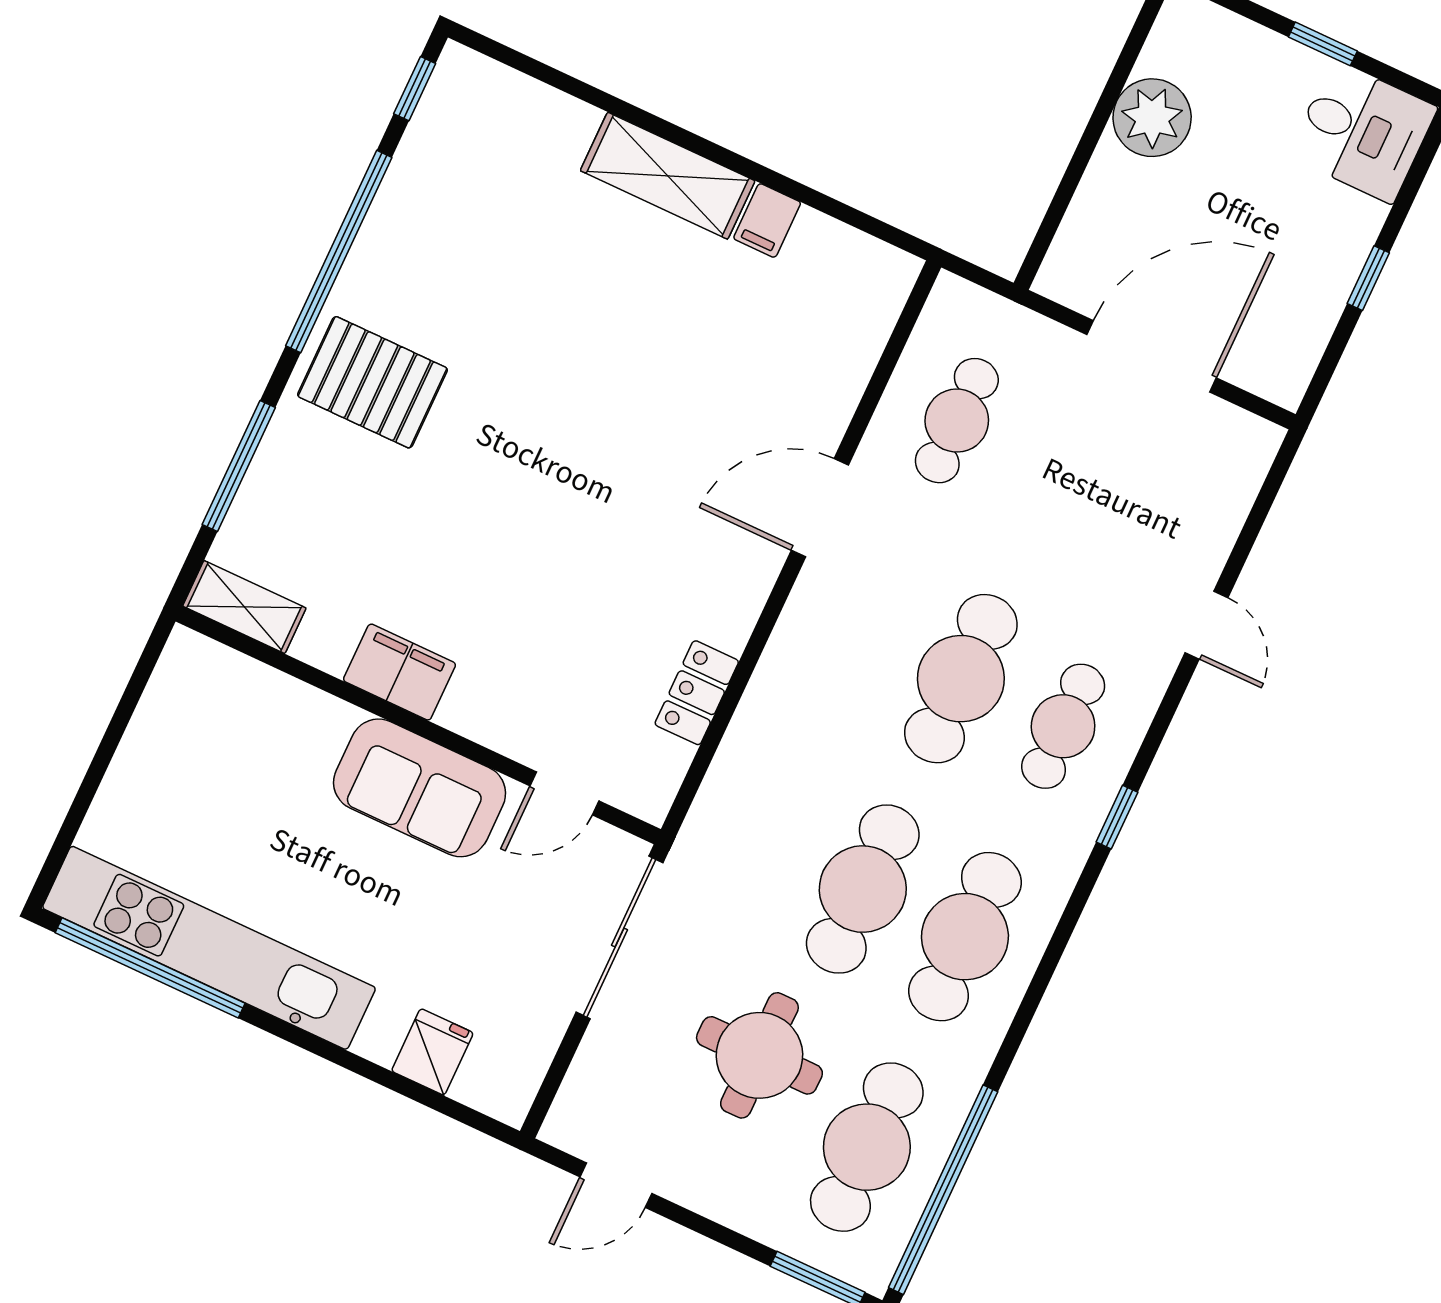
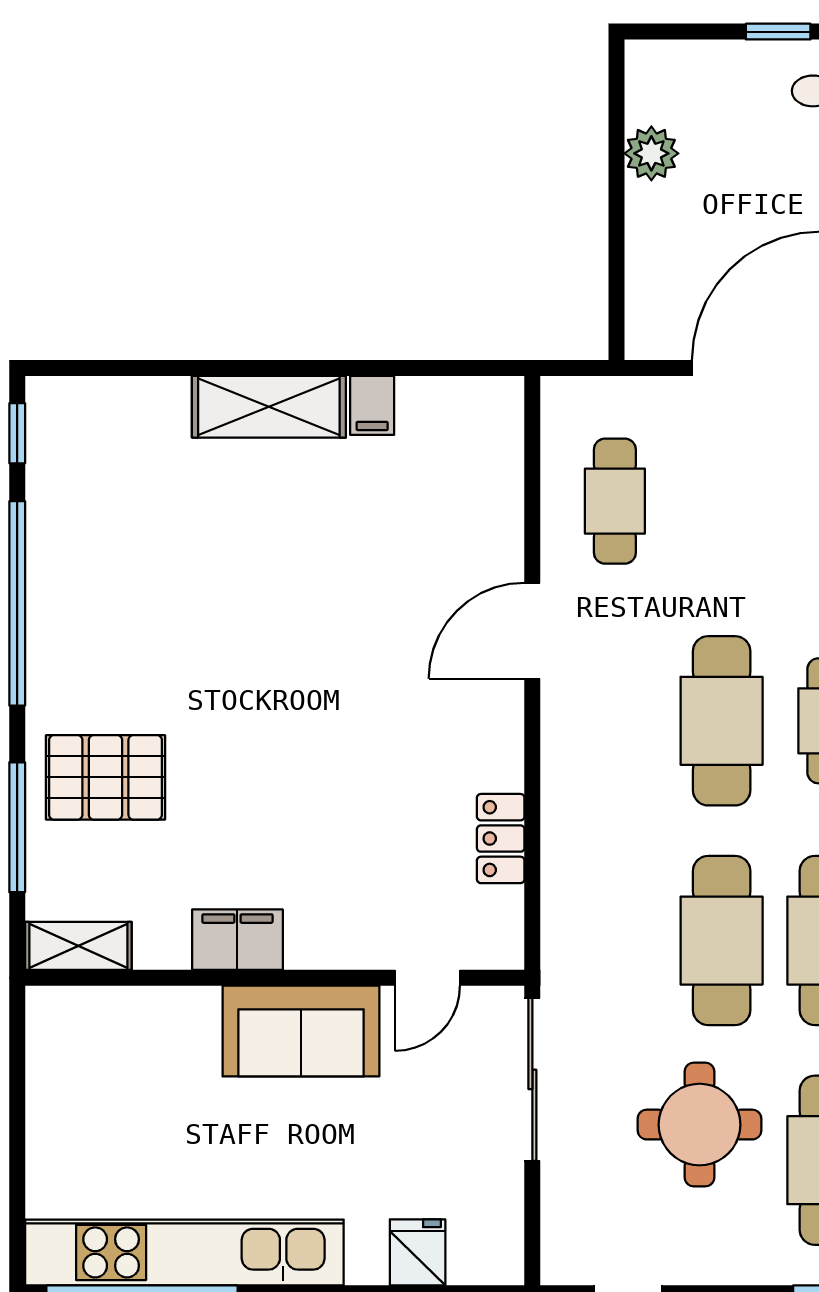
plant: (1152, 118) -> (651, 153), width x0.73, depth x0.73
pallet: (372, 382) -> (105, 777), moved

